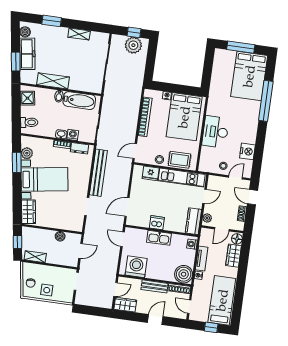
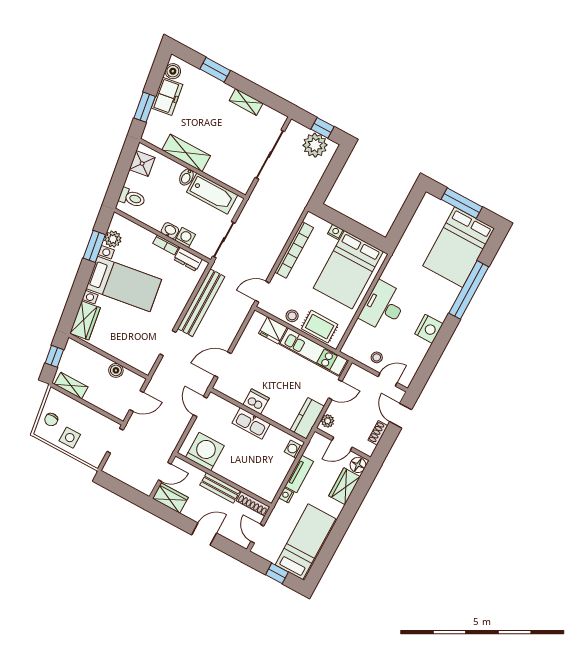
freezer: (27, 54) -> (167, 96), width x0.71
nightstand: (247, 151) -> (429, 329), moved
boiler: (184, 274) -> (266, 486), removed

